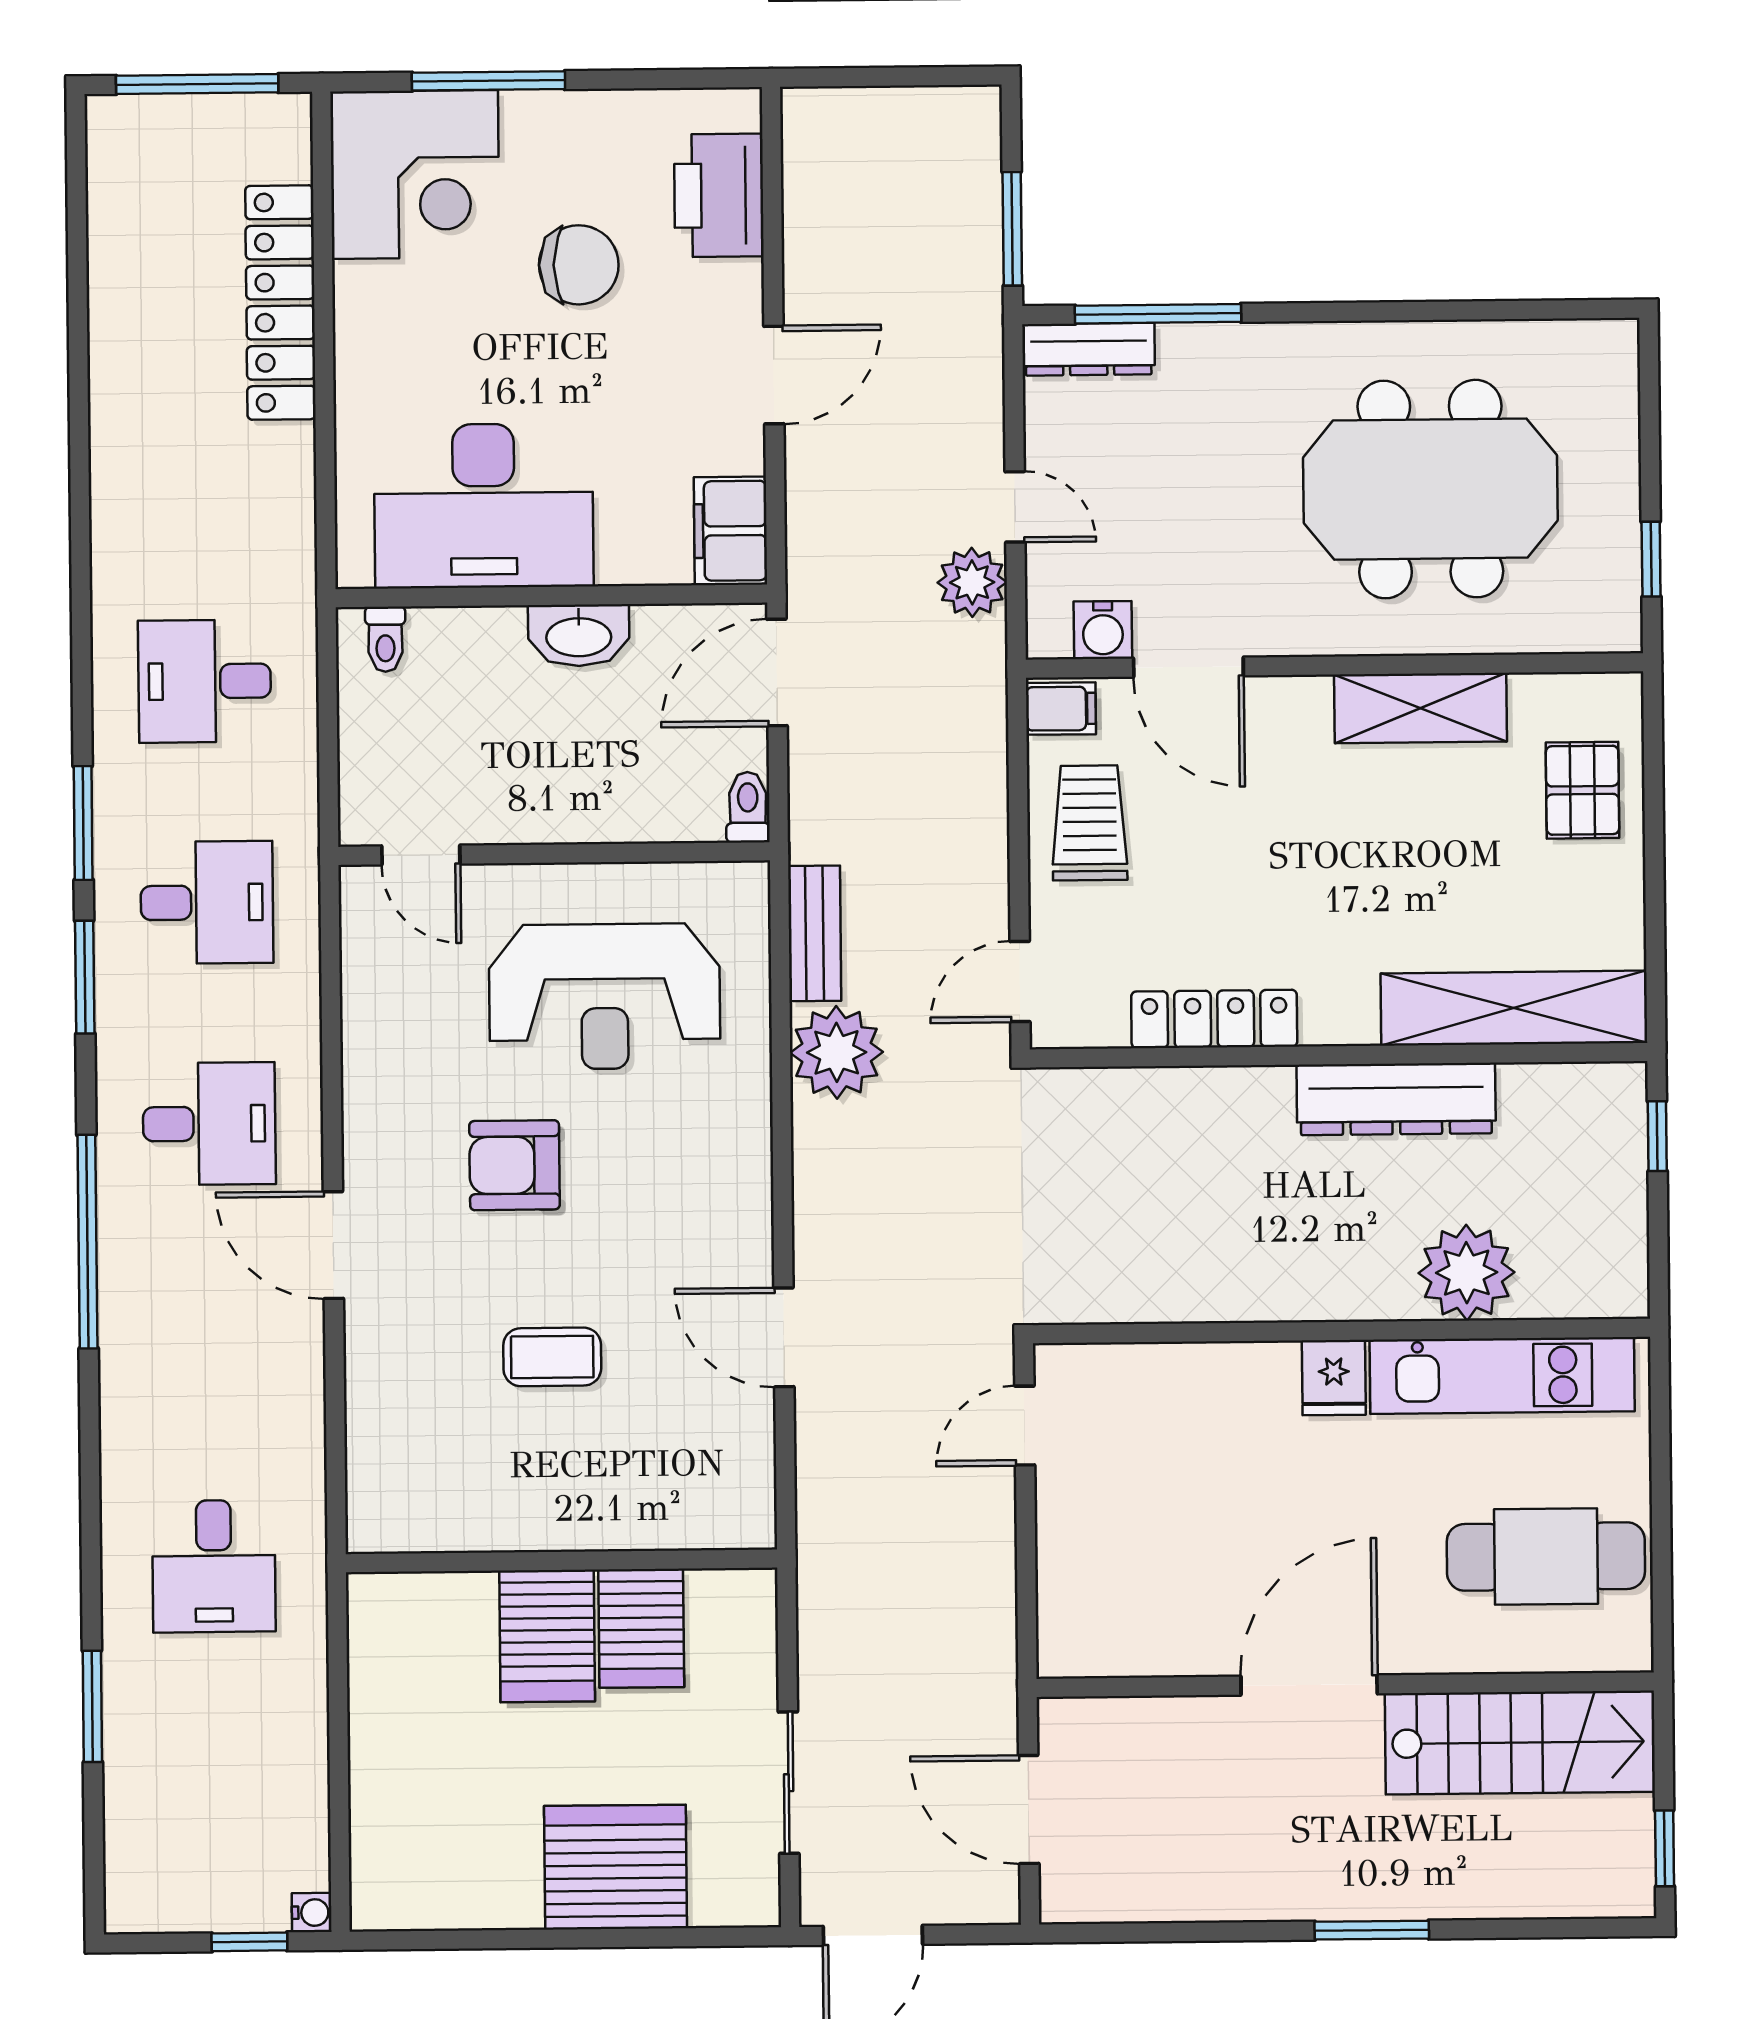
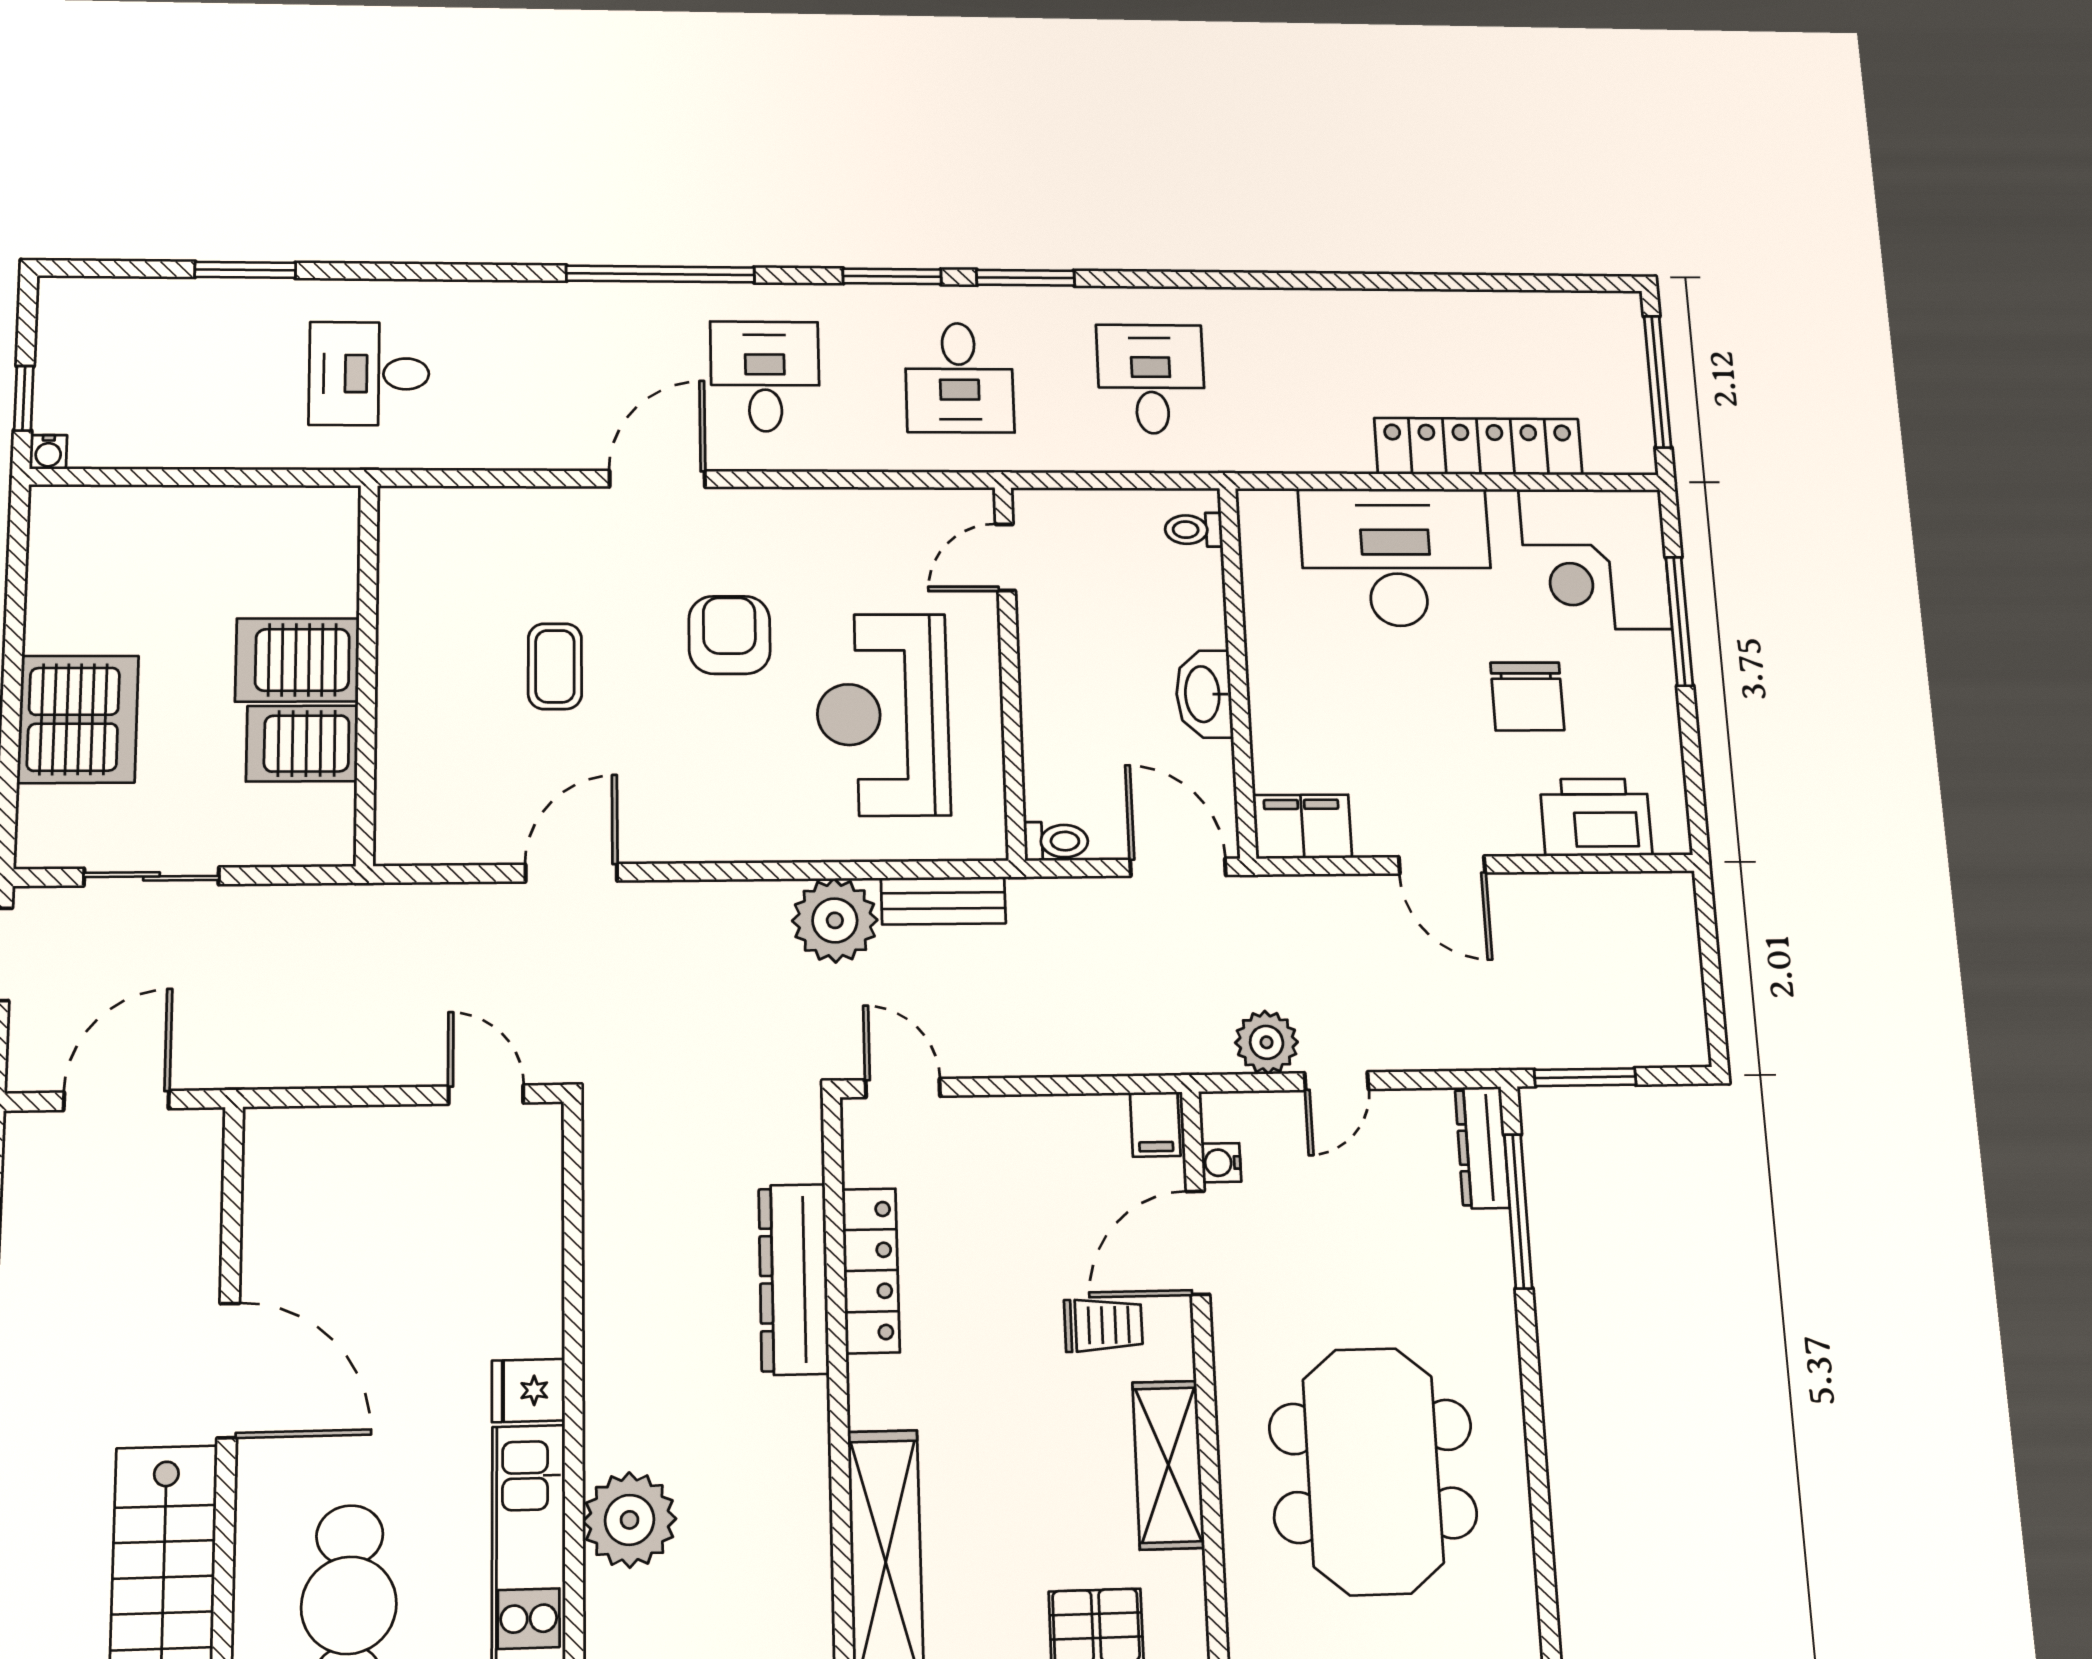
desk: (484, 506) -> (1396, 557), moved, turned 90
water cooler: (1103, 630) -> (1221, 1163), width x0.72, depth x0.72
trolley: (1090, 823) -> (1103, 1325), moved, width x0.73, depth x0.72
dresser: (1396, 1099) -> (794, 1279), moved
desk: (209, 1124) -> (765, 376), turned 180

